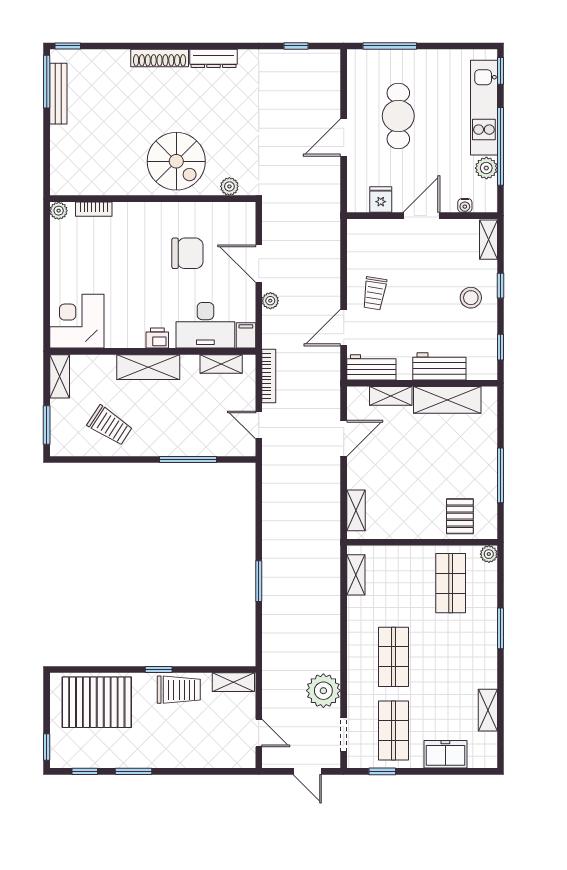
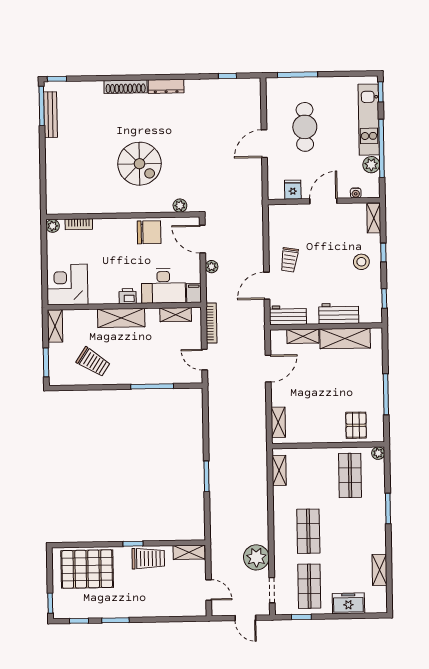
plant: (229, 186) -> (180, 206), moved
wall: (153, 199) -> (123, 216), moved
bookcase: (94, 209) -> (79, 224), moved
plant: (59, 211) -> (53, 226), moved

